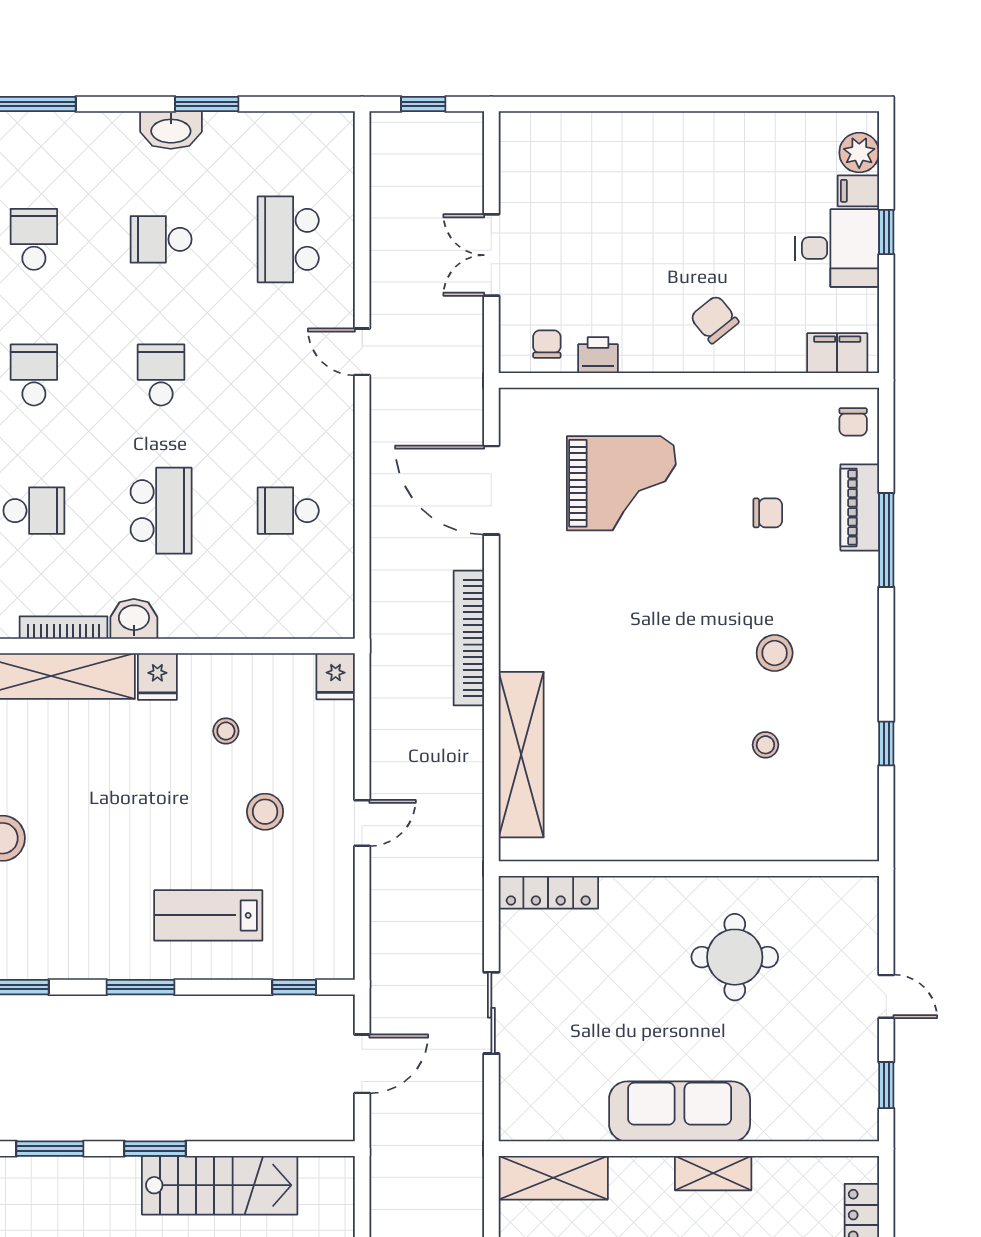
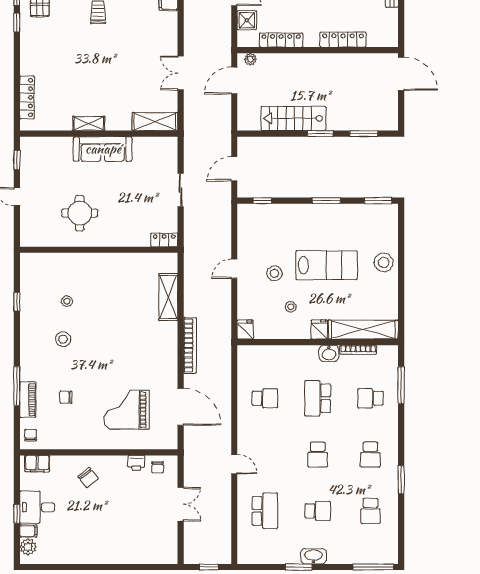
shelving: (521, 755) -> (168, 297), width x0.68
locker: (548, 892) -> (164, 240), width x0.66
lab bench: (208, 915) -> (327, 265), moved, width x1.36, depth x1.39

